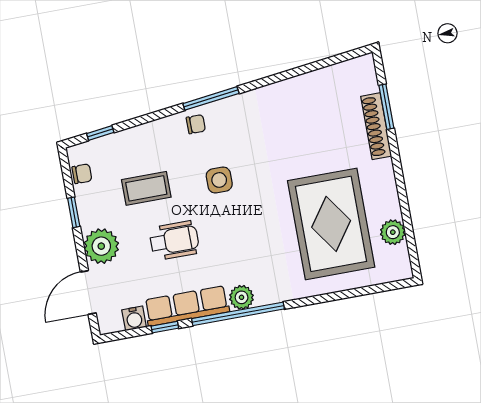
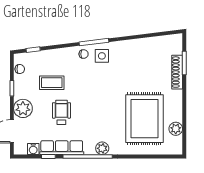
side table: (219, 180) -> (102, 56), moved
wheelchair: (174, 240) -> (61, 112), turned -90
plant: (242, 297) -> (102, 148), moved

